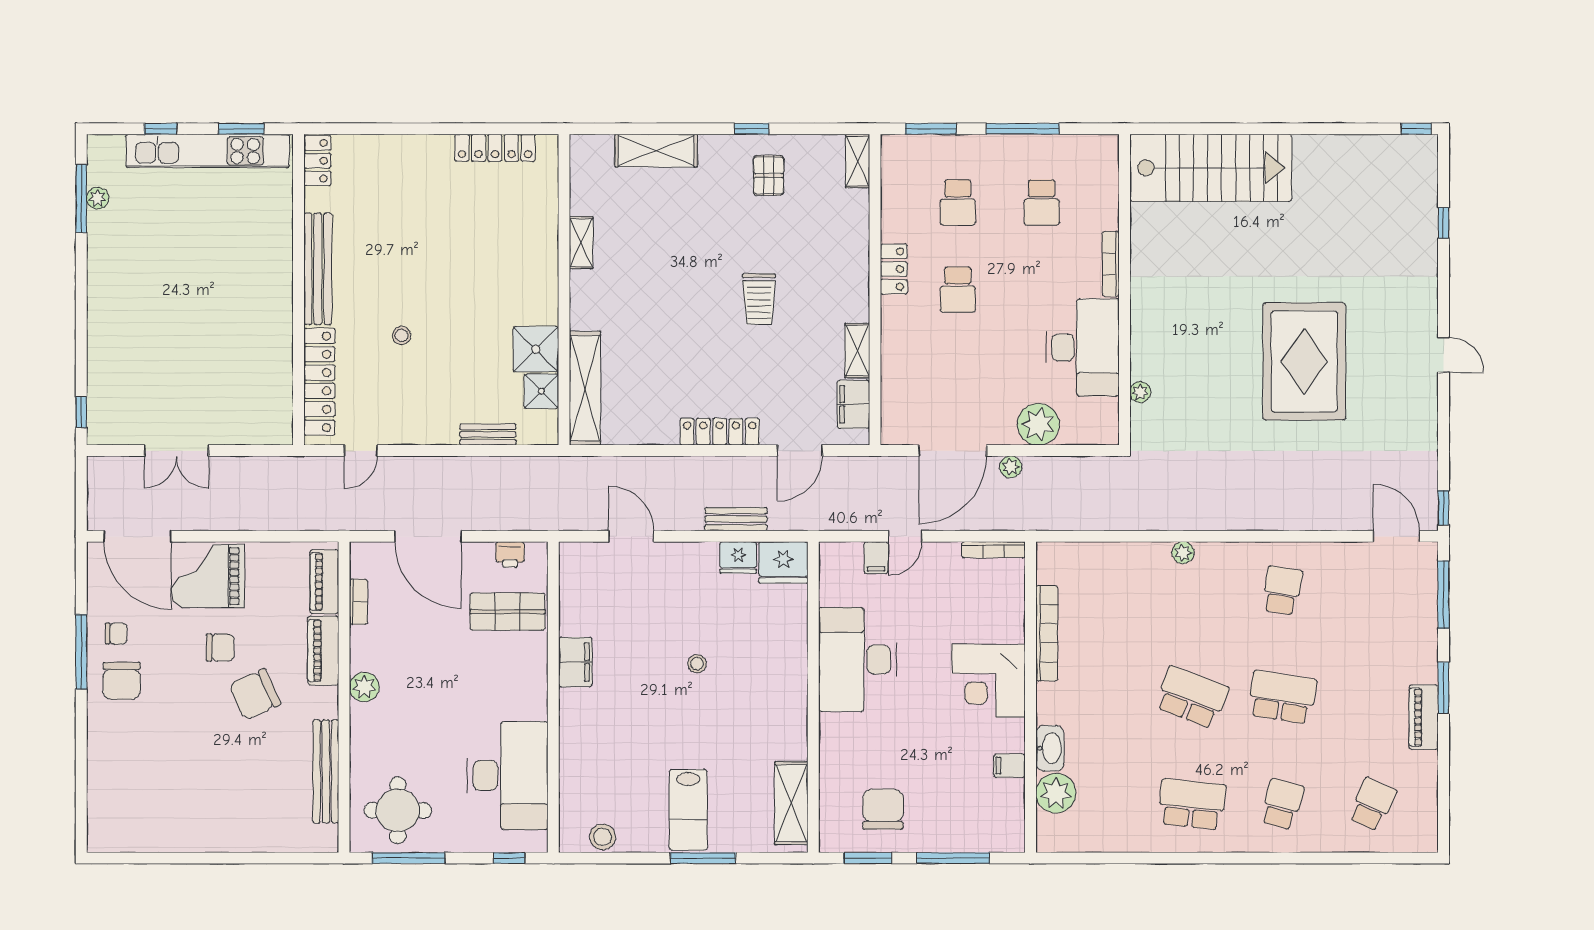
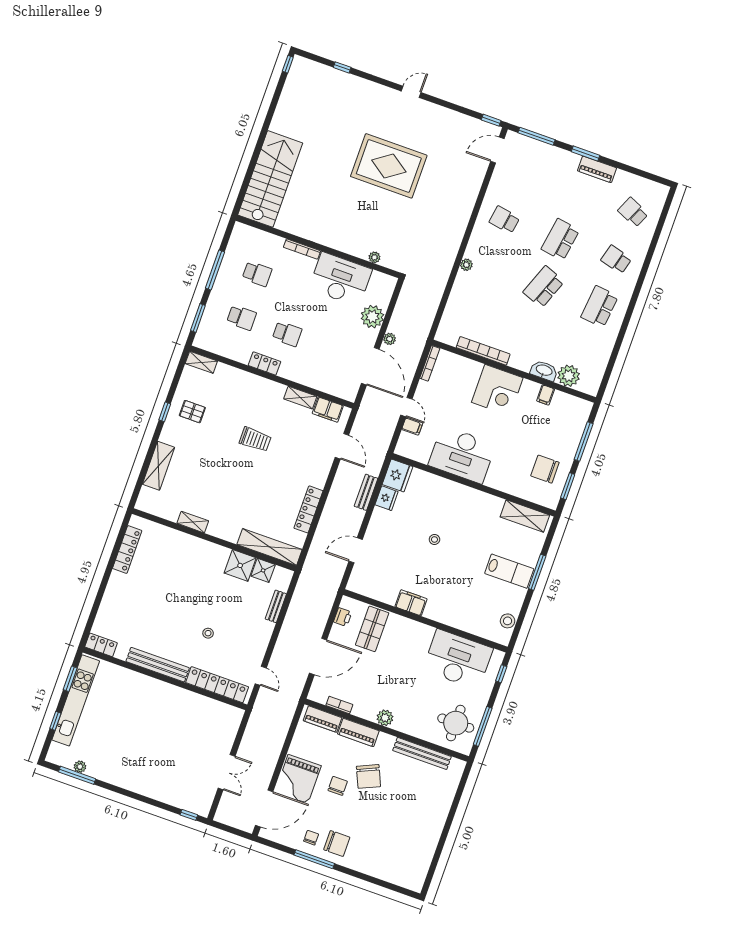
locker: (720, 432) -> (308, 509), moved

